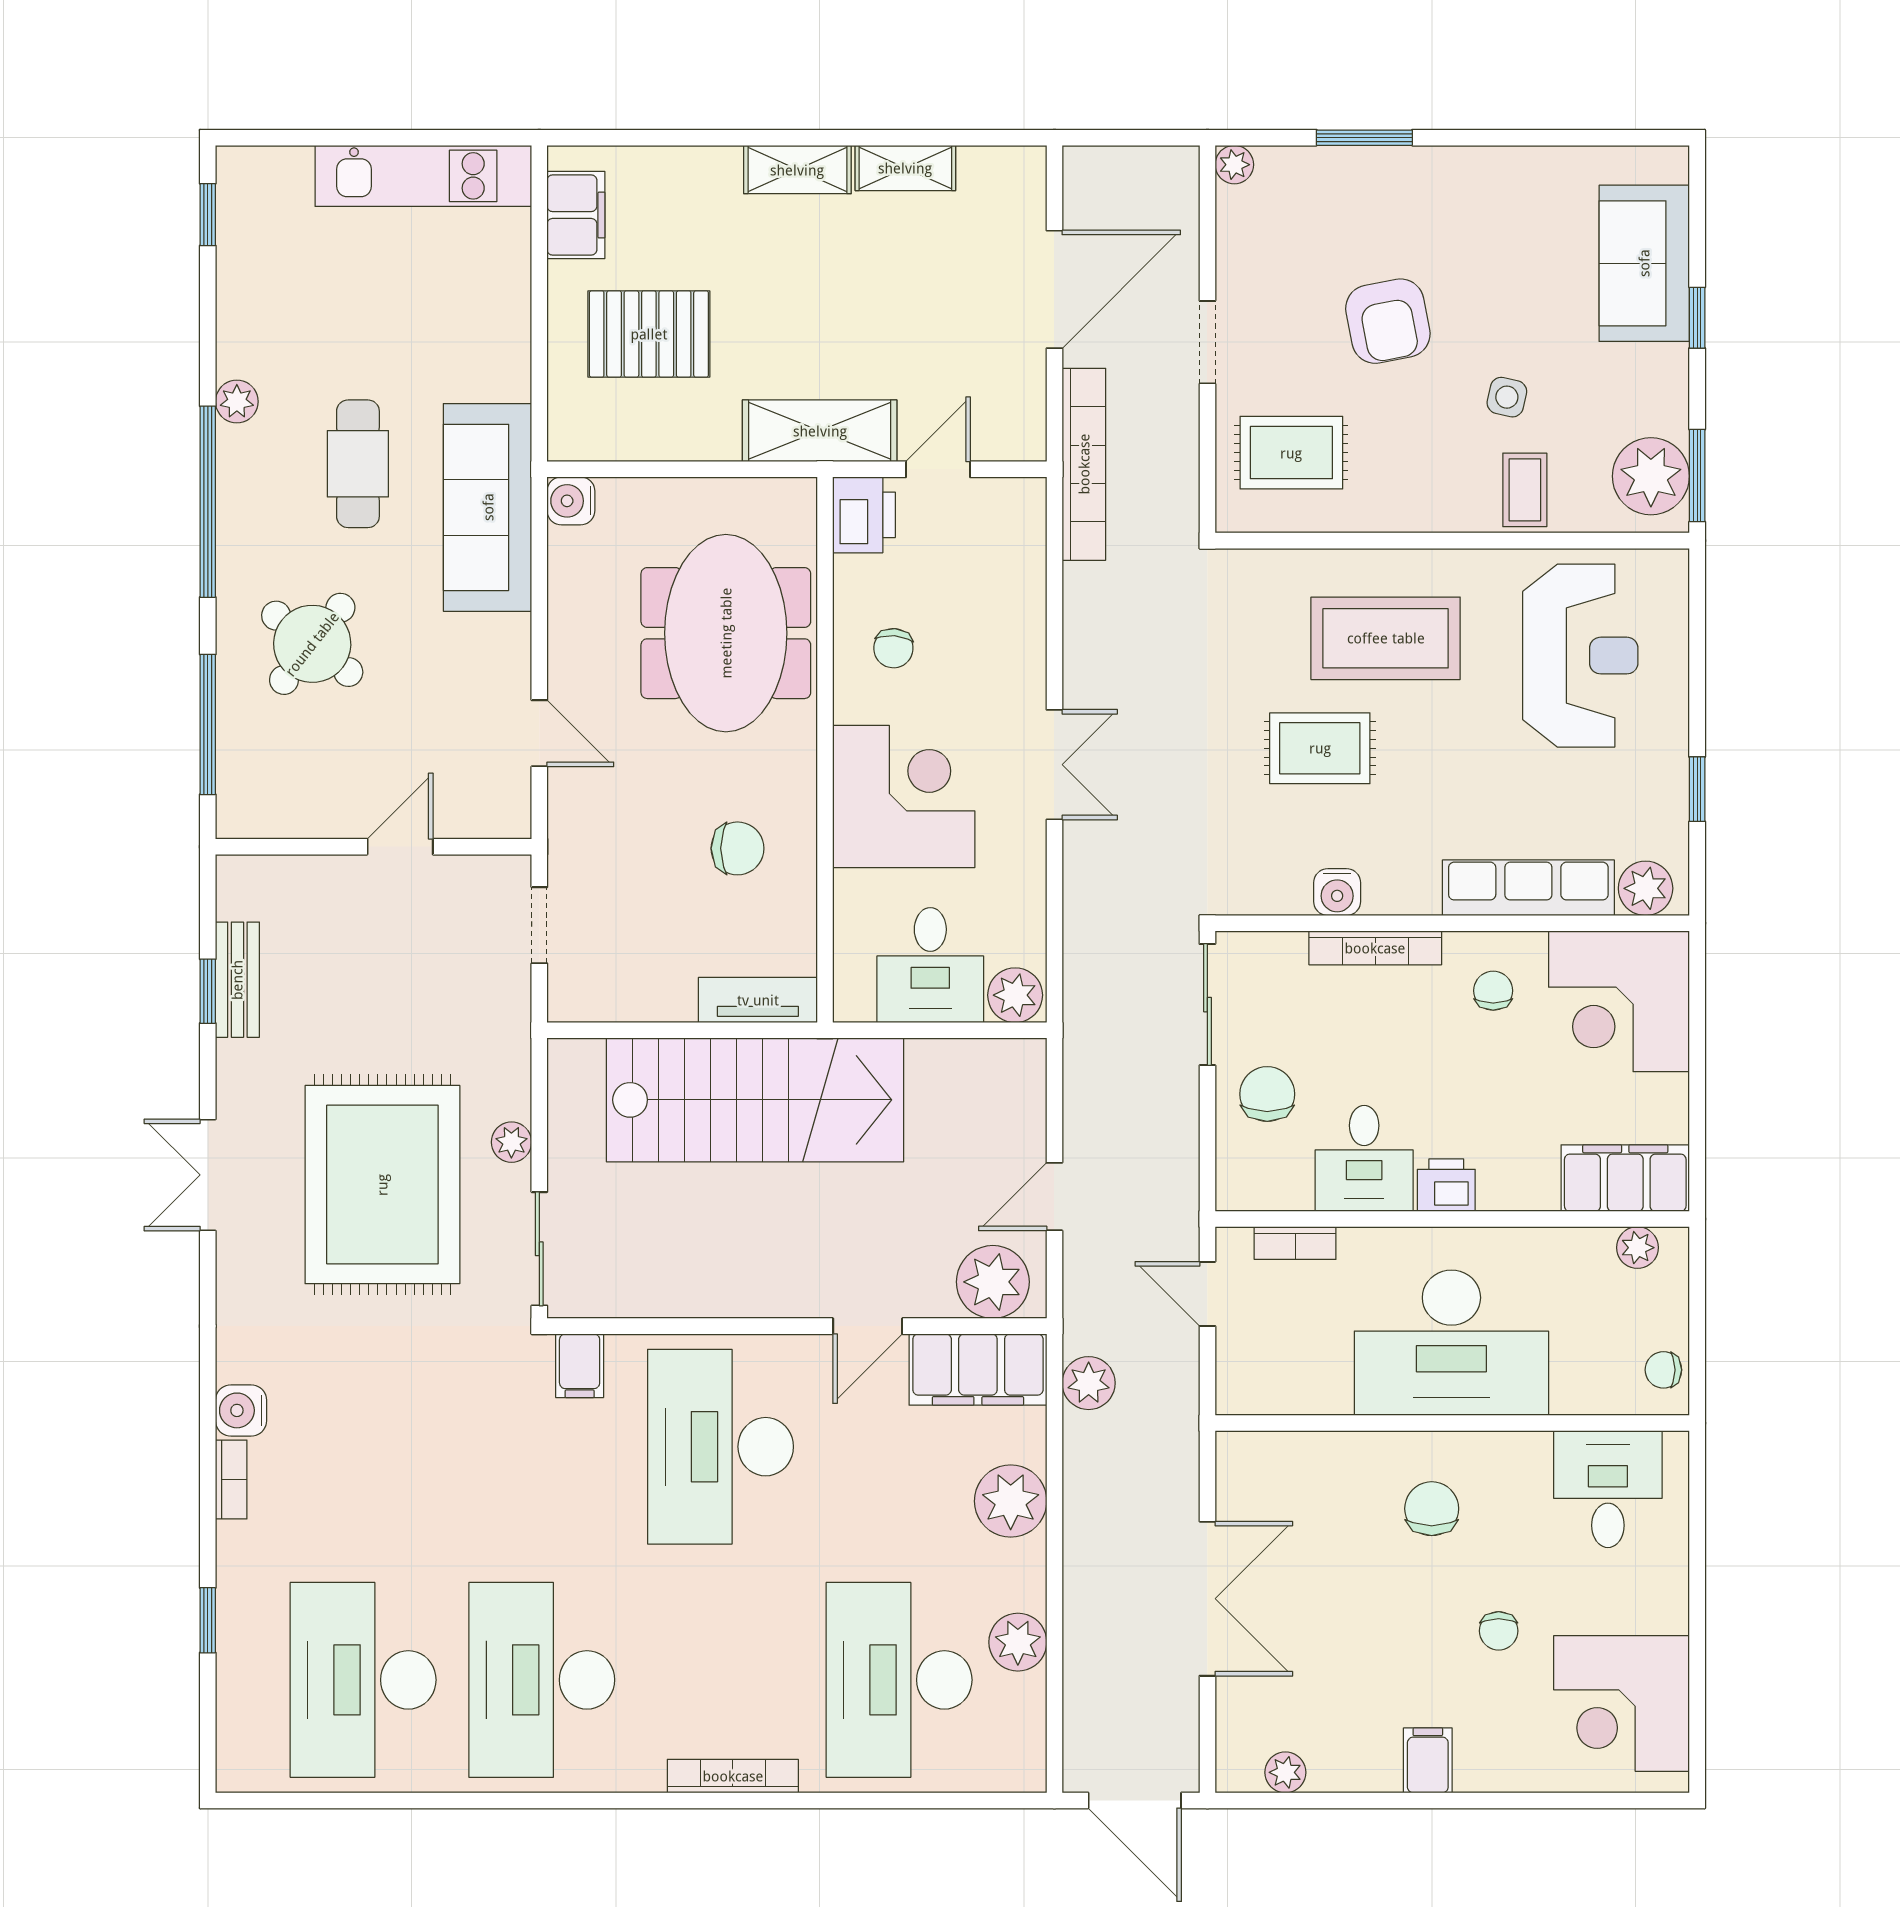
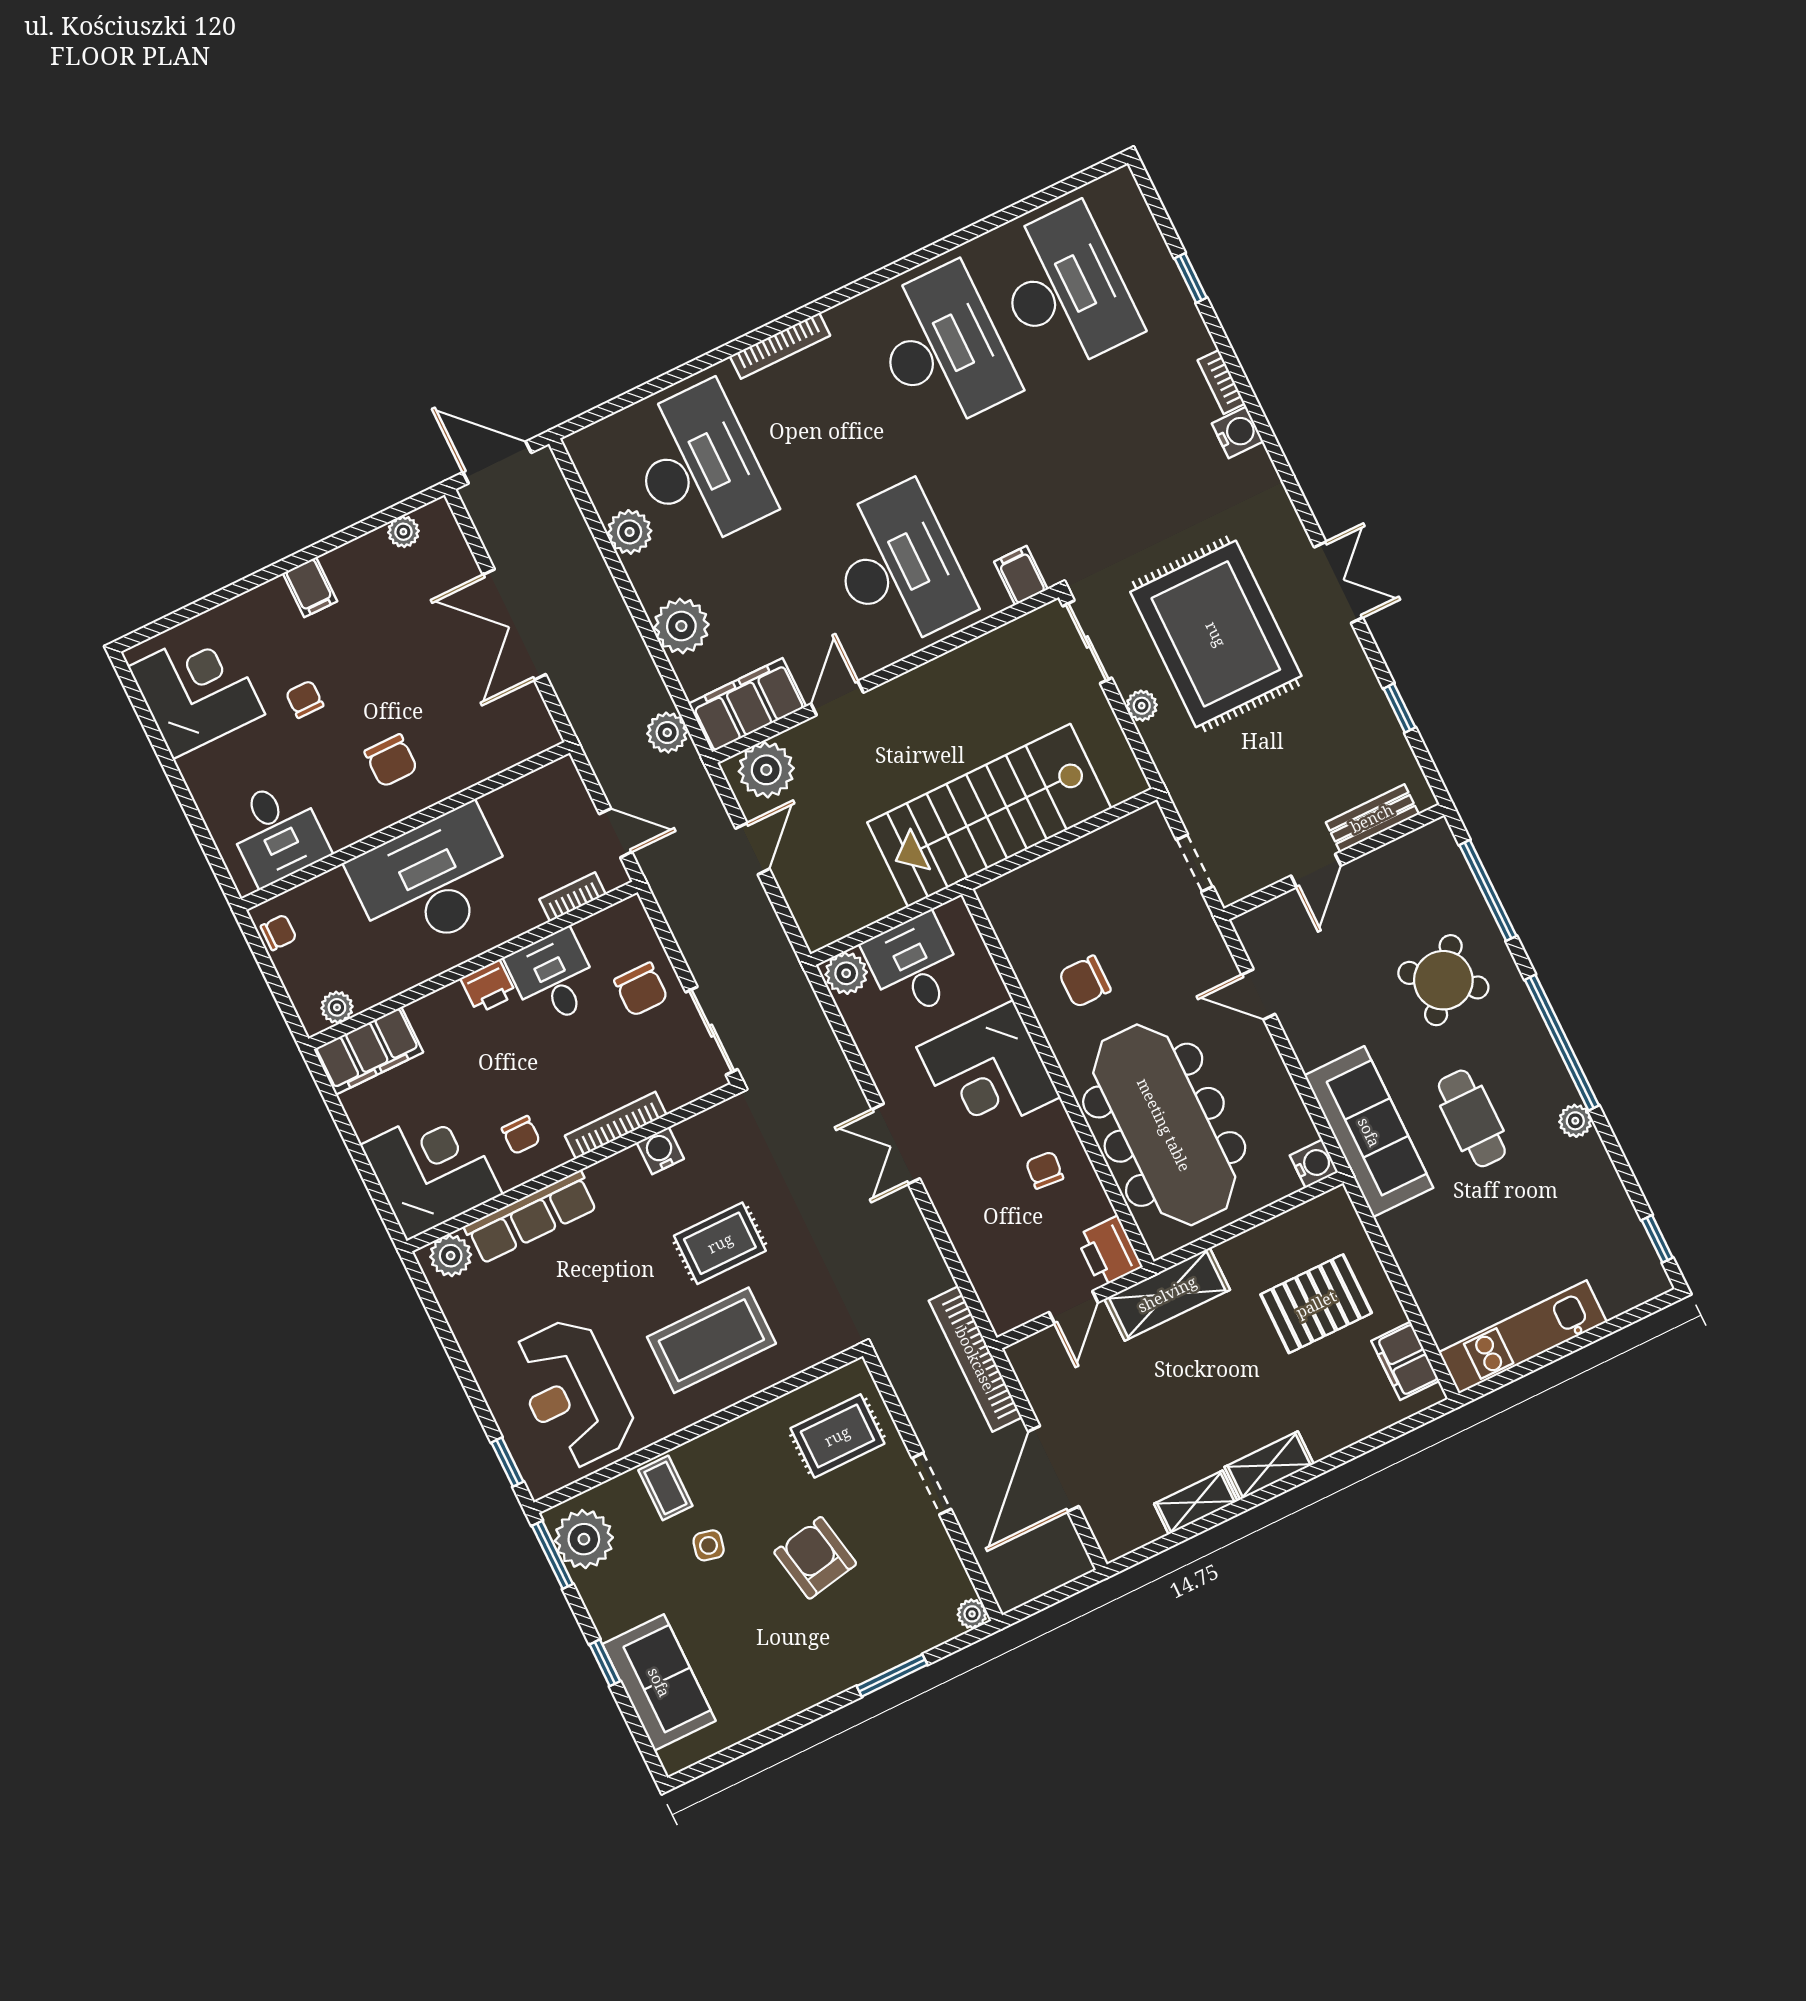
meeting table: (726, 633) -> (1164, 1125), width x1.36
window: (1697, 789) -> (507, 1462), moved
bench: (237, 980) -> (1372, 818), moved, turned 90
tv unit: (758, 1000) -> (1020, 885), removed

